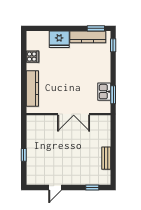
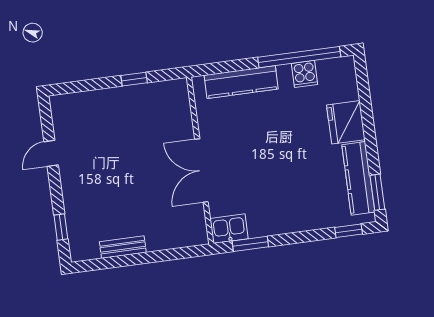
window: (24, 58) -> (299, 57), added
kitchen sink: (104, 92) -> (229, 229), moved
window: (24, 155) -> (134, 79), moved
door: (55, 187) -> (51, 153), hinge flipped

